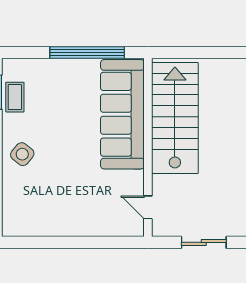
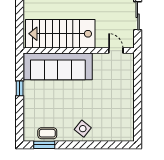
window: (87, 53) -> (20, 88), width x0.32
door: (148, 207) -> (116, 51), swing flipped

